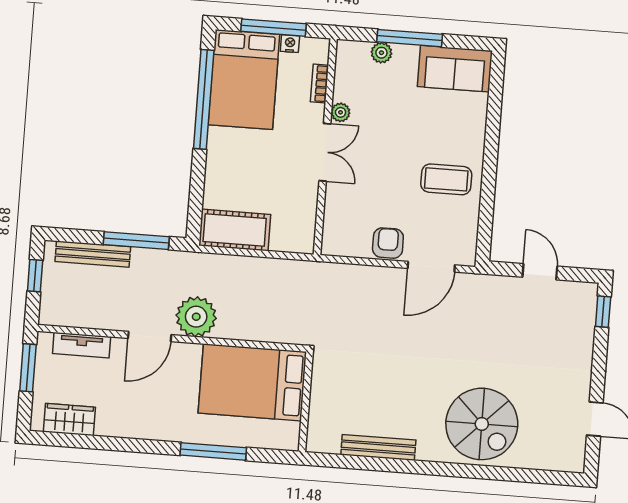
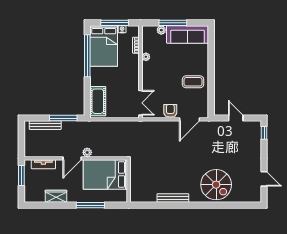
sofa: (455, 69) -> (188, 34), width x1.36
double door: (325, 152) -> (141, 103), moved
cot: (235, 230) -> (98, 101), moved, turned 90
window: (35, 276) -> (21, 136), removed
plant: (196, 317) -> (87, 152), width x0.53, depth x0.53
bed: (252, 382) -> (105, 174), moved
wall: (306, 402) -> (129, 181), moved
wardrobe: (69, 420) -> (56, 196), moved
window: (213, 451) -> (90, 205), moved

